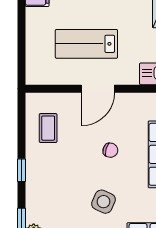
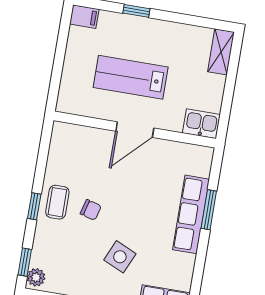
coffee table: (48, 128) -> (57, 202), moved
chair: (110, 150) -> (91, 210), moved

